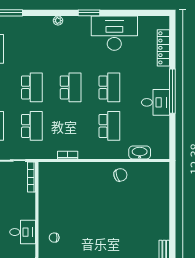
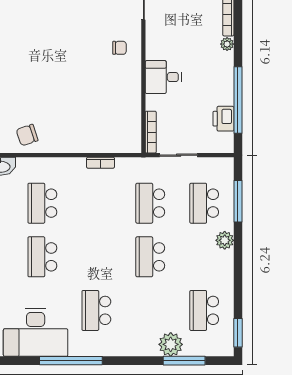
window: (89, 13) -> (71, 361), width x2.11
plant: (58, 21) -> (171, 344), moved, width x1.88, depth x1.88
school desk: (71, 87) -> (96, 310), moved
desk: (23, 232) -> (163, 77), moved

